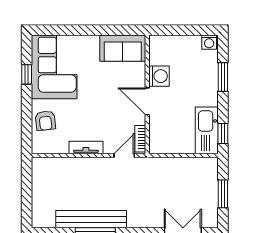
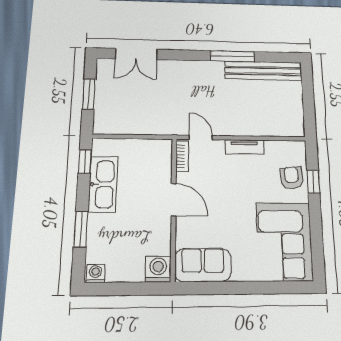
window: (27, 74) -> (313, 182), moved
washing machine: (159, 76) -> (158, 269), moved, turned 90
kitchen sink: (207, 130) -> (103, 184), moved
door: (124, 156) -> (201, 138), swing flipped
bench: (91, 219) -> (264, 71), moved

